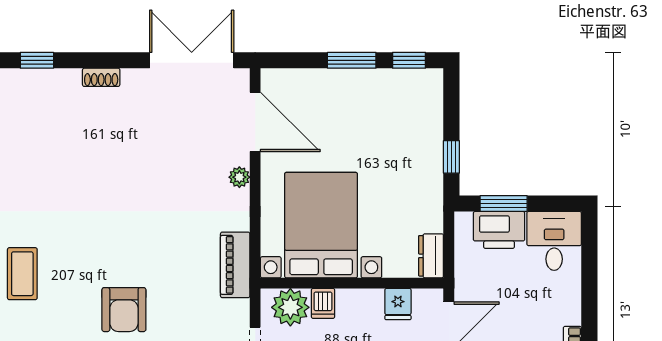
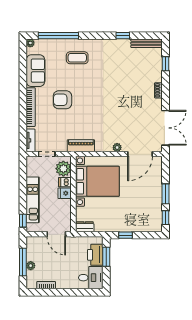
fridge: (398, 304) -> (65, 193), moved

